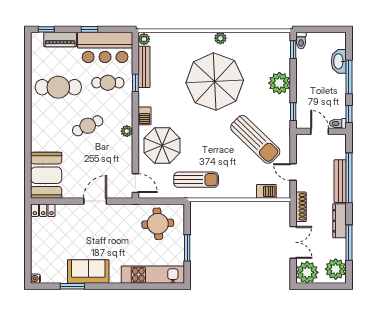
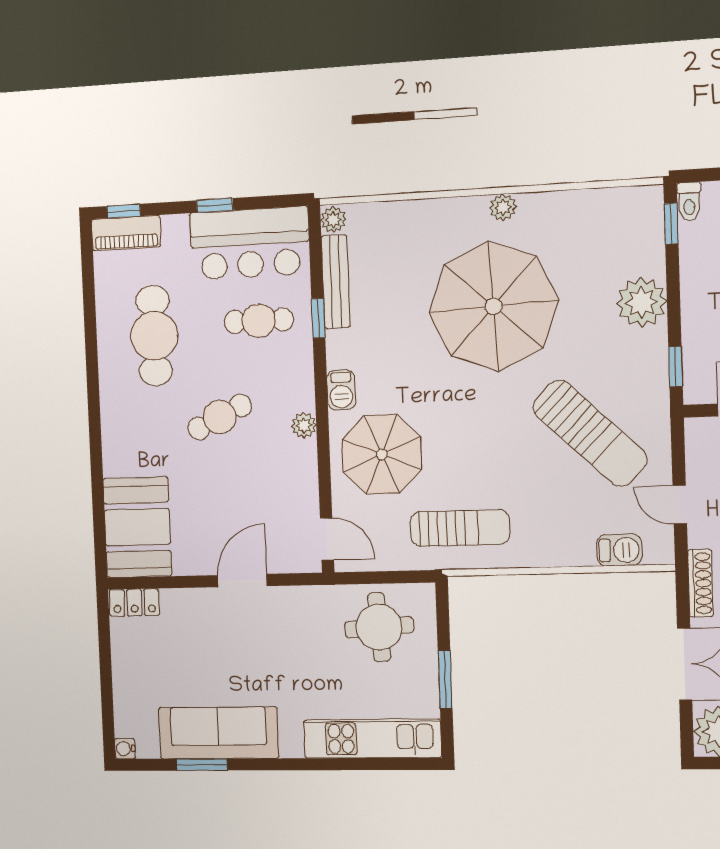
piano: (60, 40) -> (126, 233), moved
cafe table: (58, 87) -> (154, 336), turned 90
sofa: (88, 272) -> (218, 733), width x1.36

